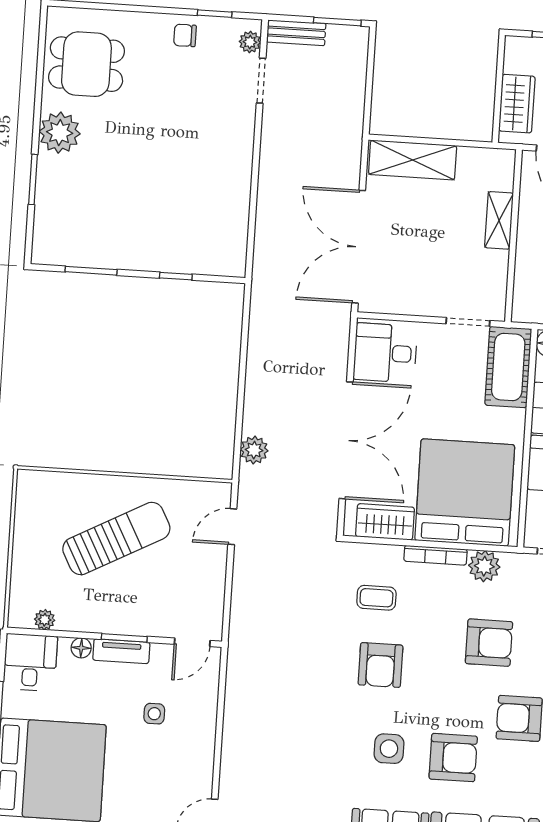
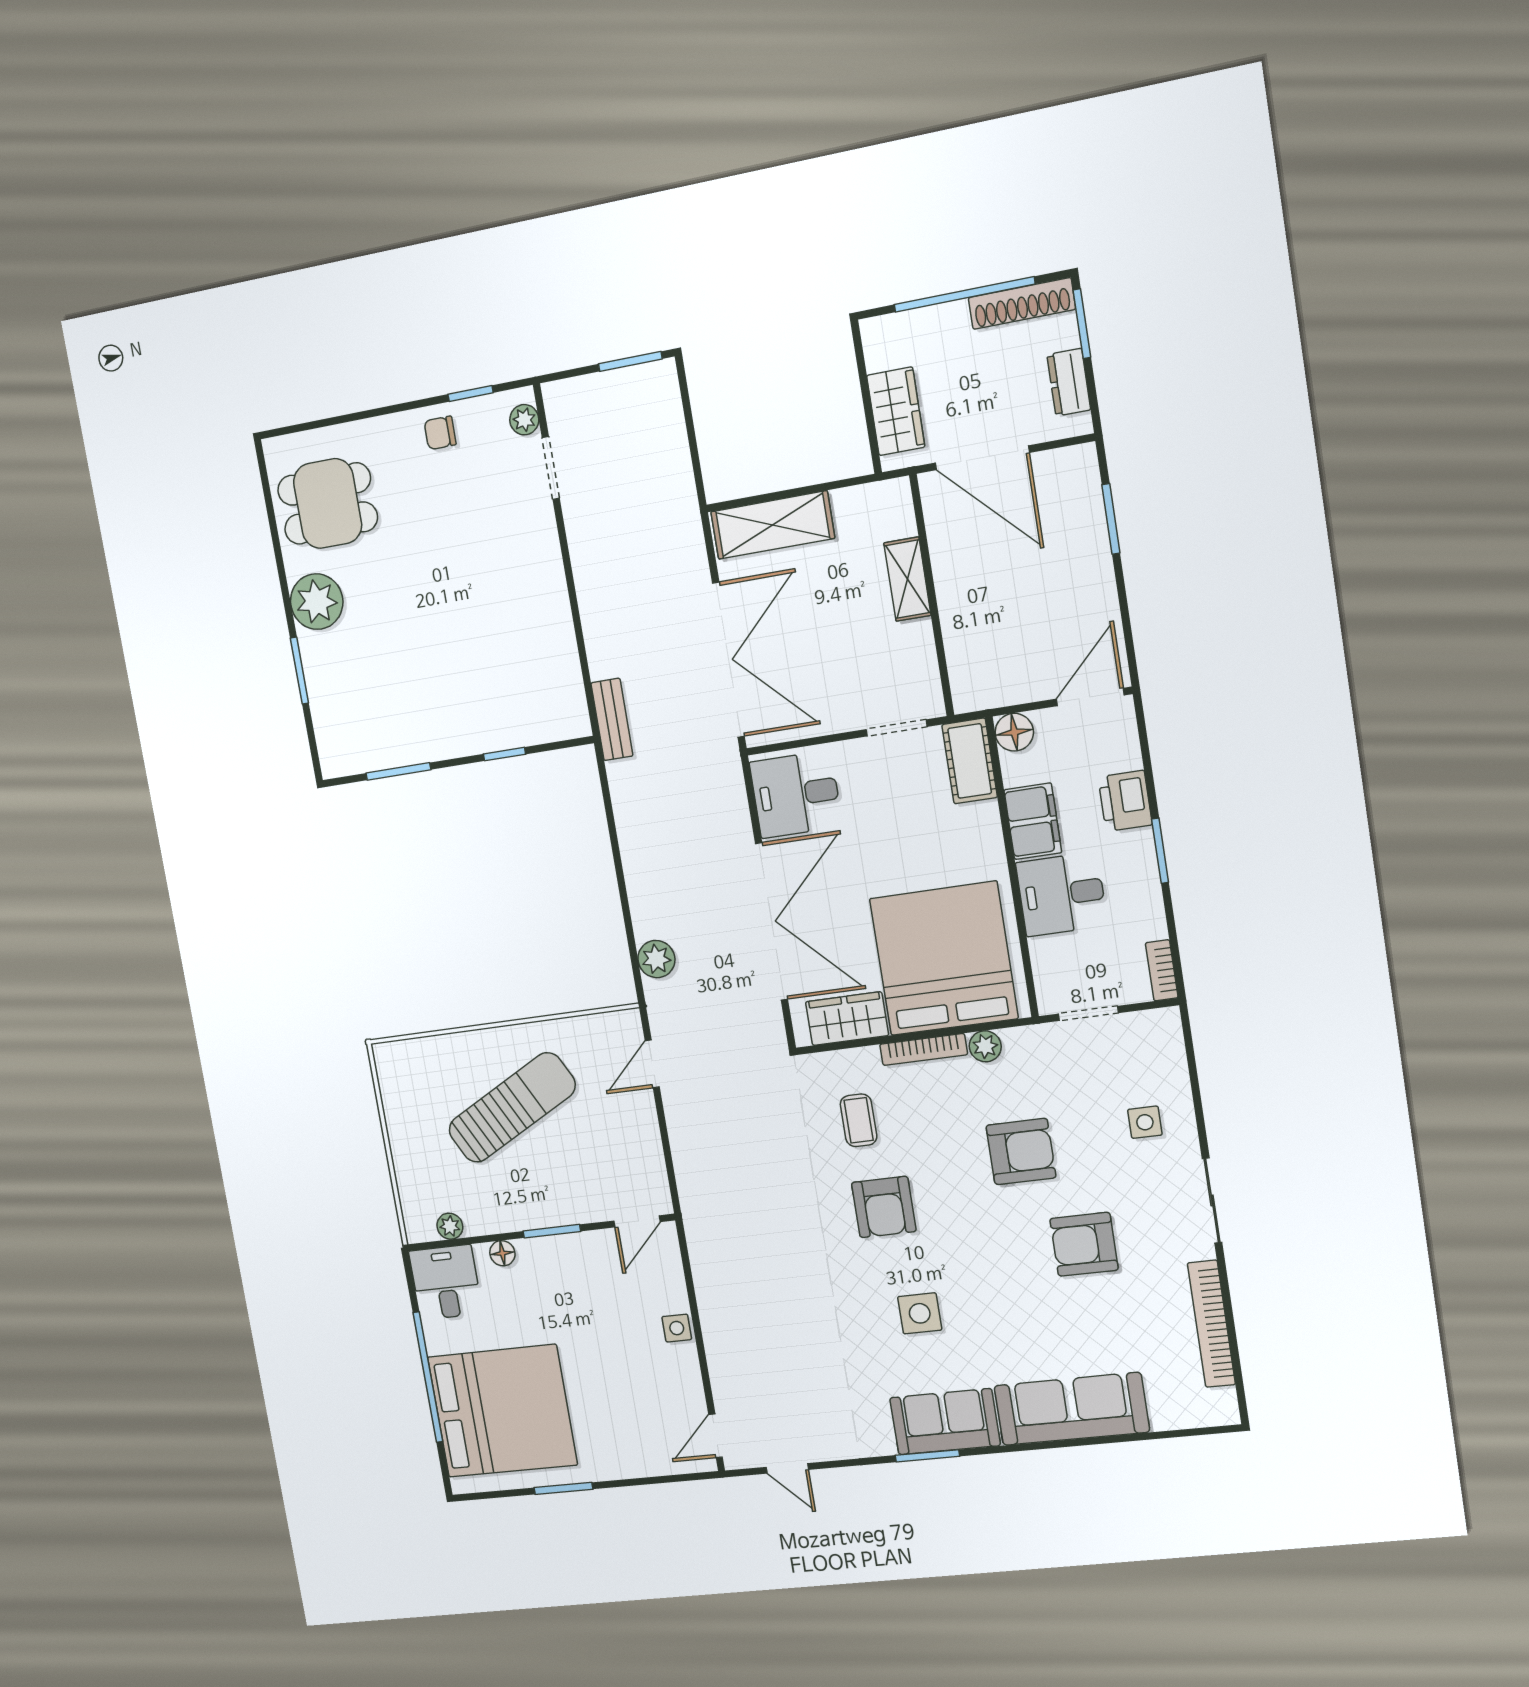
bench: (296, 33) -> (612, 719), moved, turned 90
double door: (359, 247) -> (728, 660), swing flipped
cot: (508, 367) -> (970, 761), width x0.73, depth x0.75
plant: (484, 566) -> (985, 1046), width x0.73, depth x0.73
coffee table: (376, 598) -> (859, 1120), turned 90
tv unit: (121, 651) -> (552, 1249), removed
side table: (154, 714) -> (677, 1328), moved
armchair: (453, 758) -> (1007, 1311), removed

